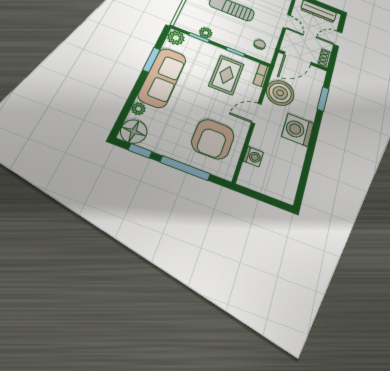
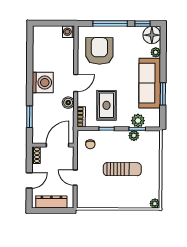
plant: (176, 38) -> (138, 121), moved
boiler: (280, 93) -> (68, 103), width x0.54, depth x0.54
washing machine: (253, 157) -> (69, 32), moved

